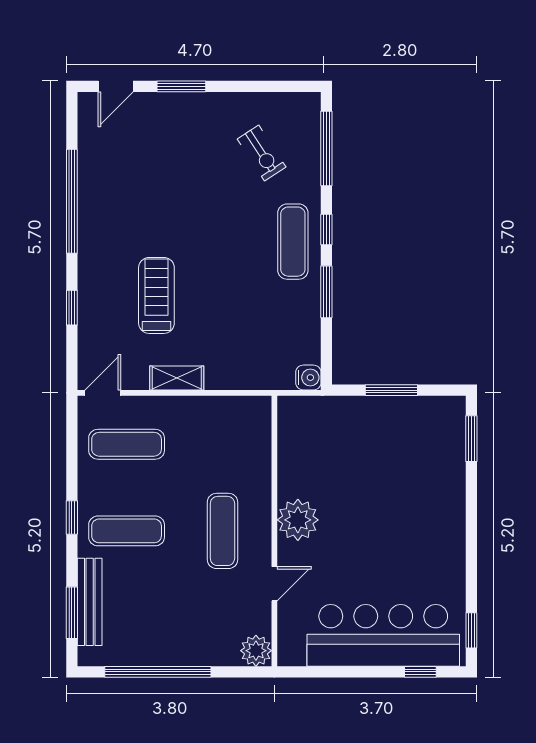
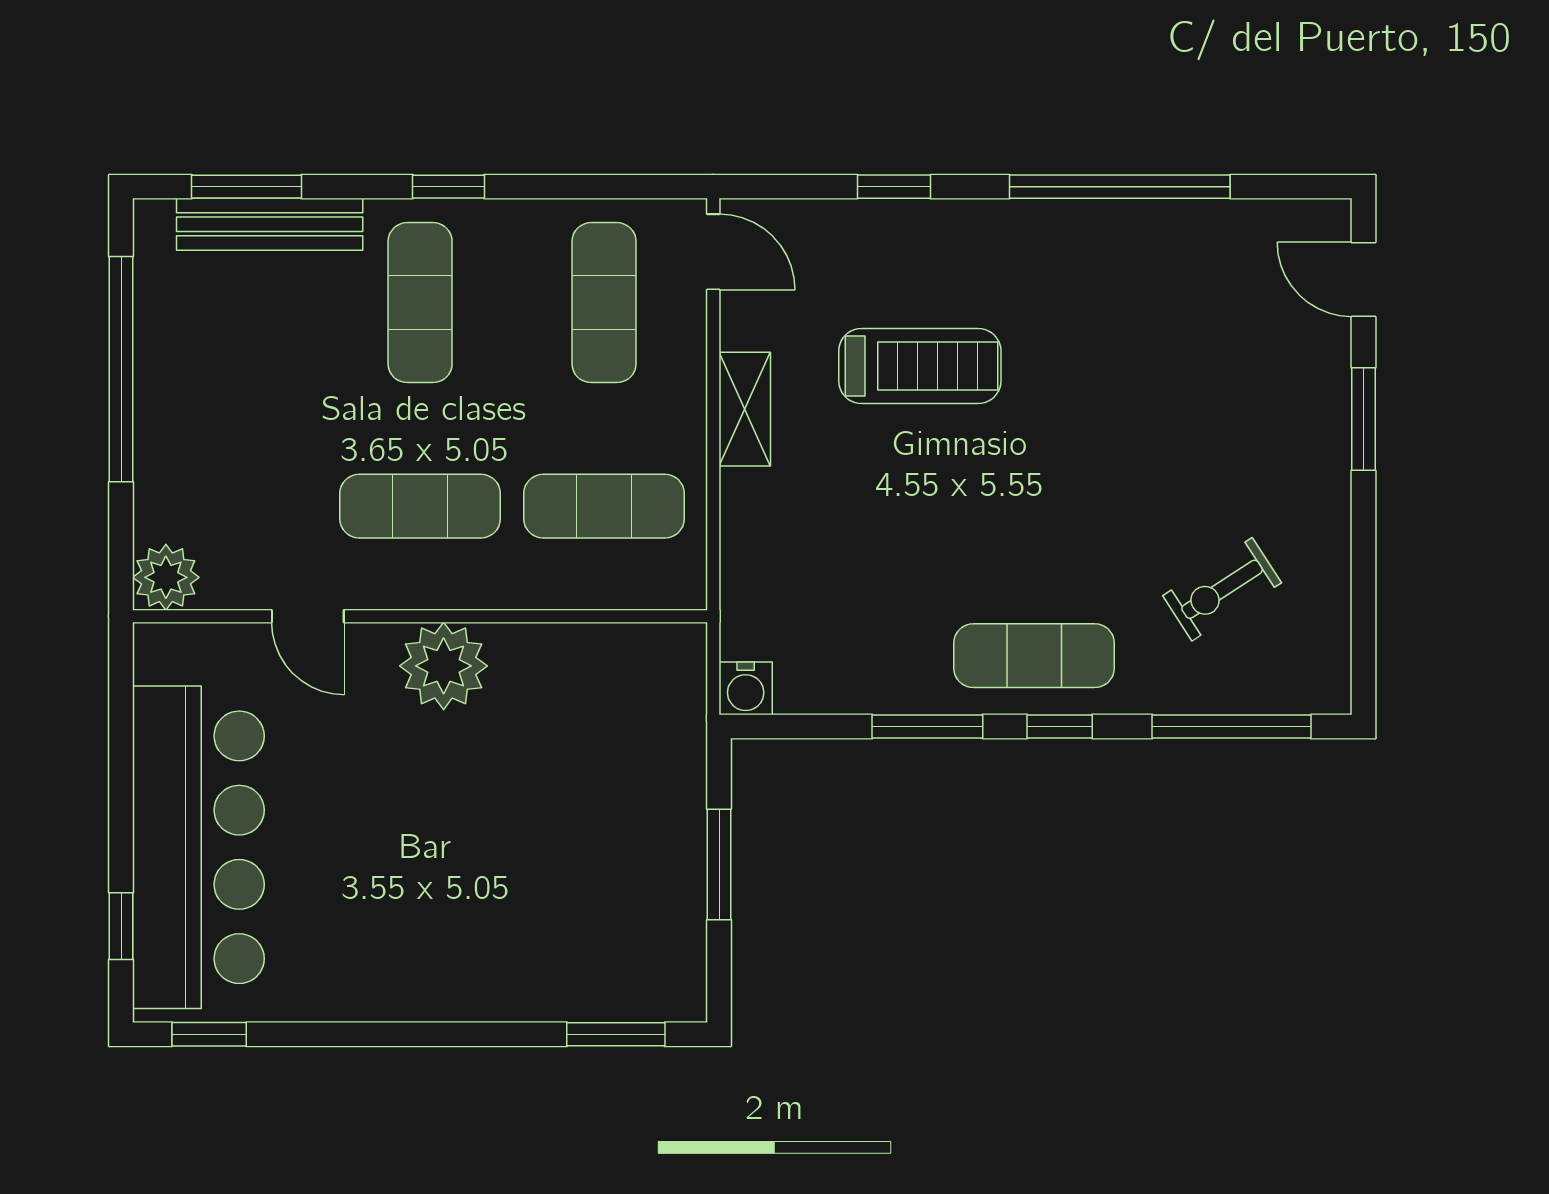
exercise mat: (222, 444) -> (604, 506), added

